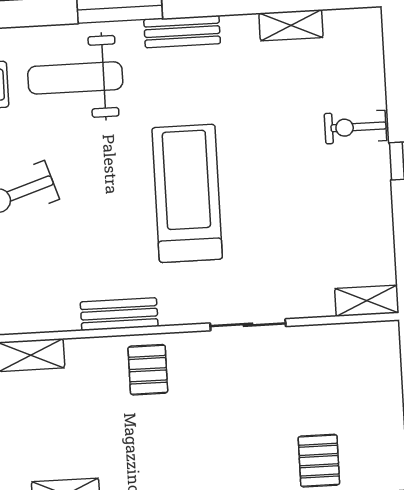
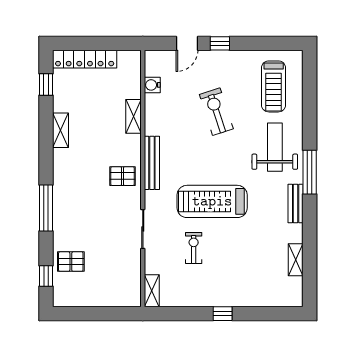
exercise bike: (355, 127) -> (194, 248), moved
treadmill: (187, 193) -> (212, 201), turned 180
bench: (119, 314) -> (152, 163), width x1.36

